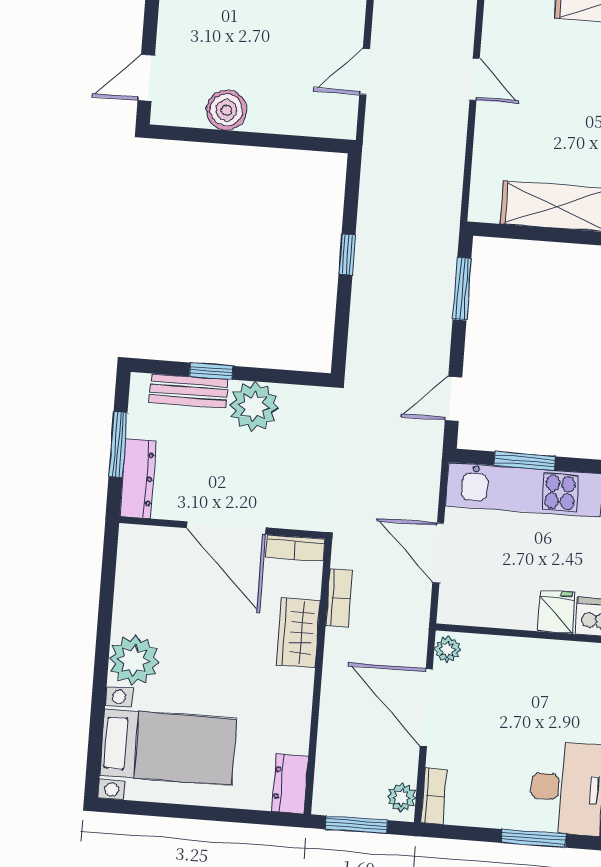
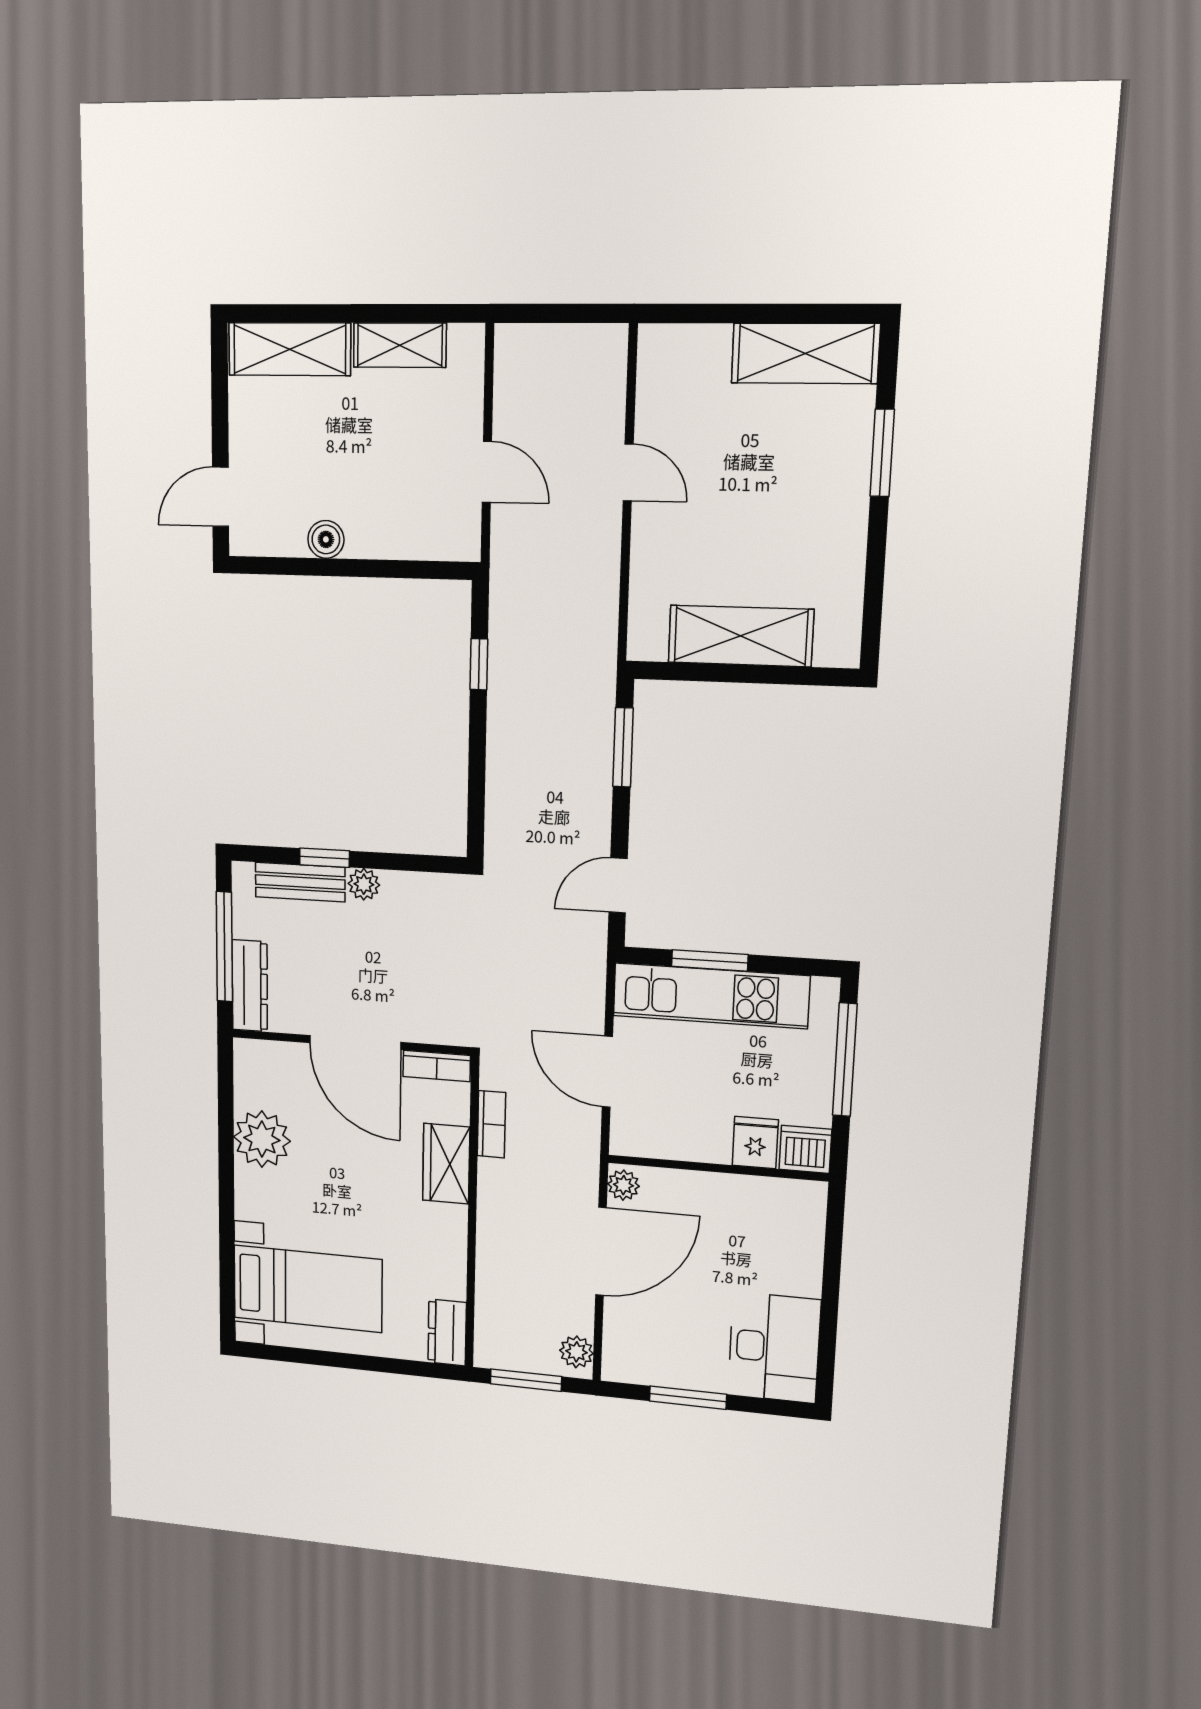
door: (365, 72) -> (487, 472), swing flipped
boiler: (226, 110) -> (326, 539), width x0.73, depth x0.73
window: (347, 255) -> (479, 664), moved
plant: (254, 406) -> (364, 884), width x0.53, depth x0.53
window: (118, 445) -> (224, 947), width x1.44
plant: (134, 660) -> (262, 1139), moved
door: (426, 707) -> (601, 1251), swing flipped
bookcase: (434, 796) -> (615, 1351), removed
window: (534, 838) -> (688, 1398), moved

